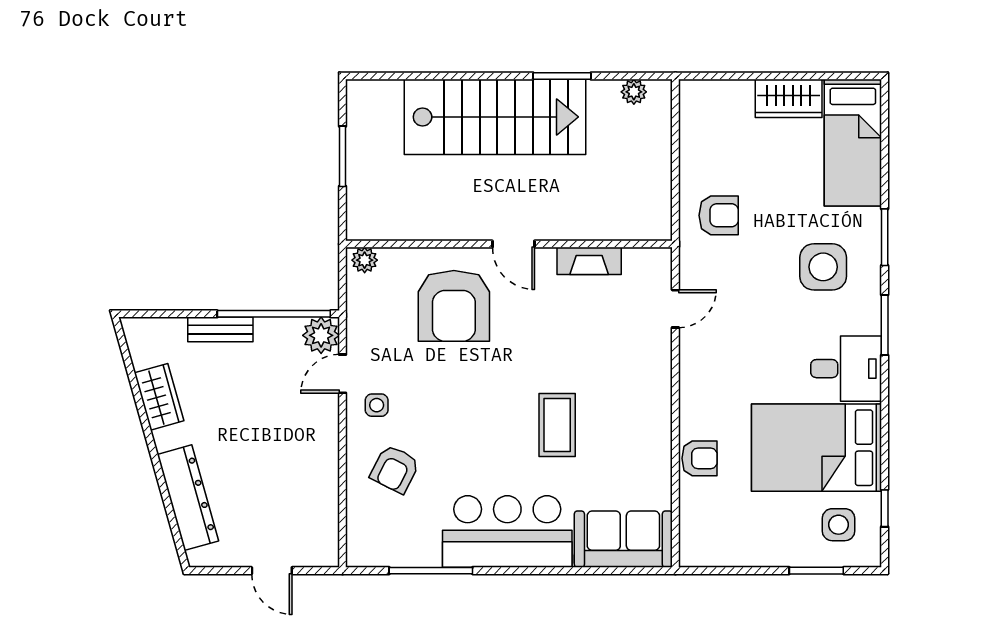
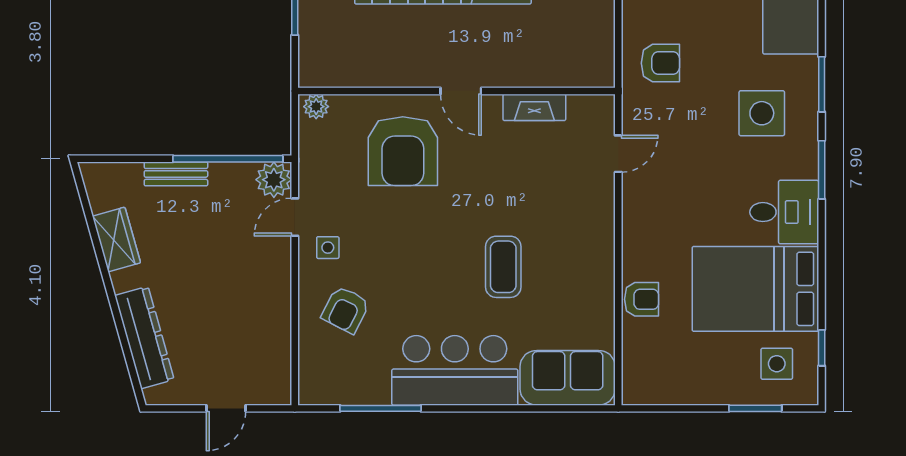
door: (272, 571) -> (226, 408), hinge flipped

